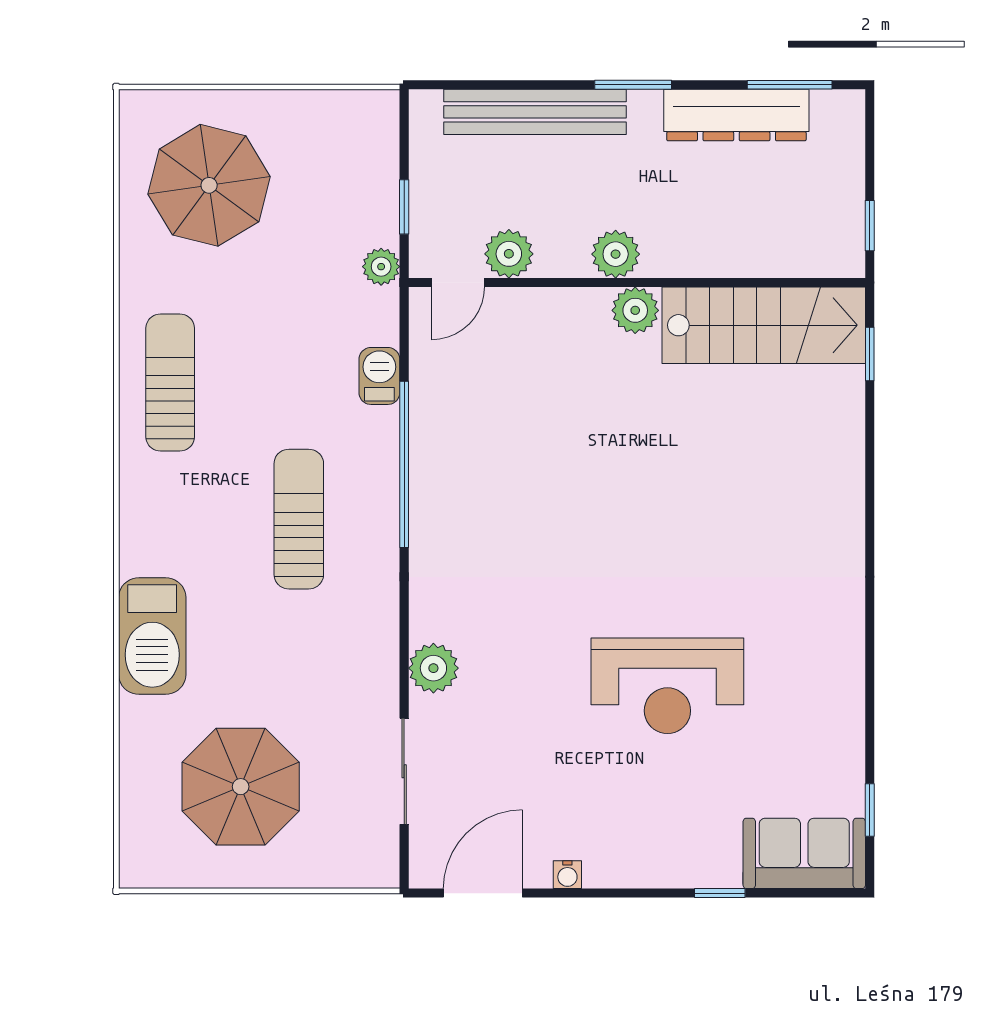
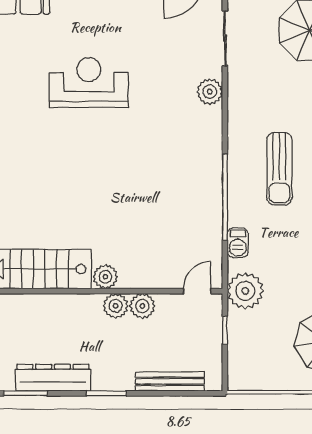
bench: (535, 112) -> (170, 381), width x0.73, depth x0.82
plant: (509, 254) -> (142, 306), moved
plant: (381, 267) -> (245, 291), width x1.87, depth x1.87

